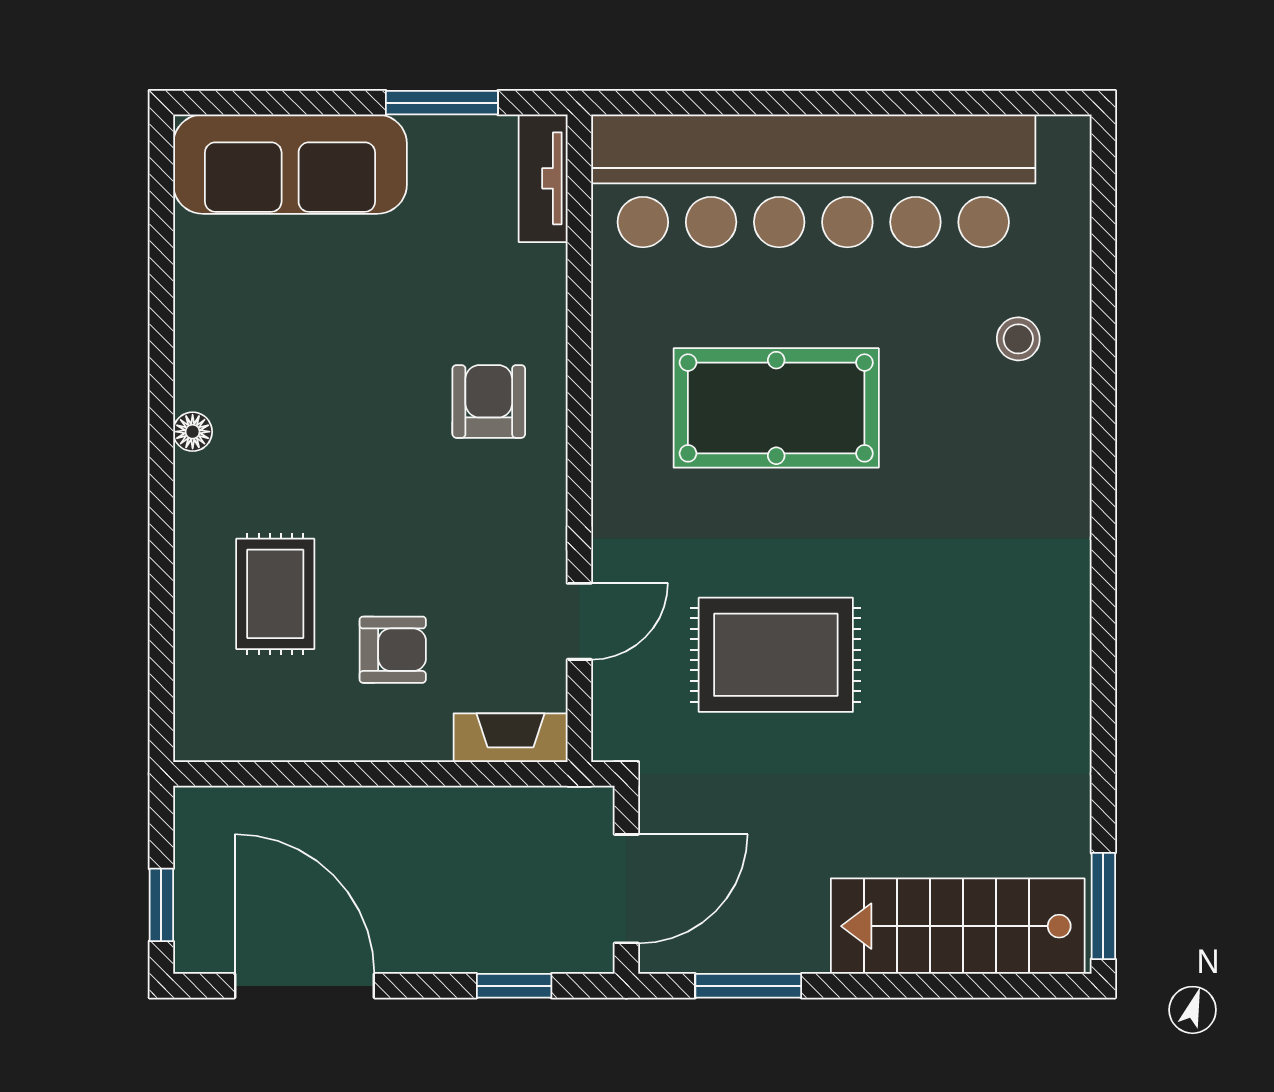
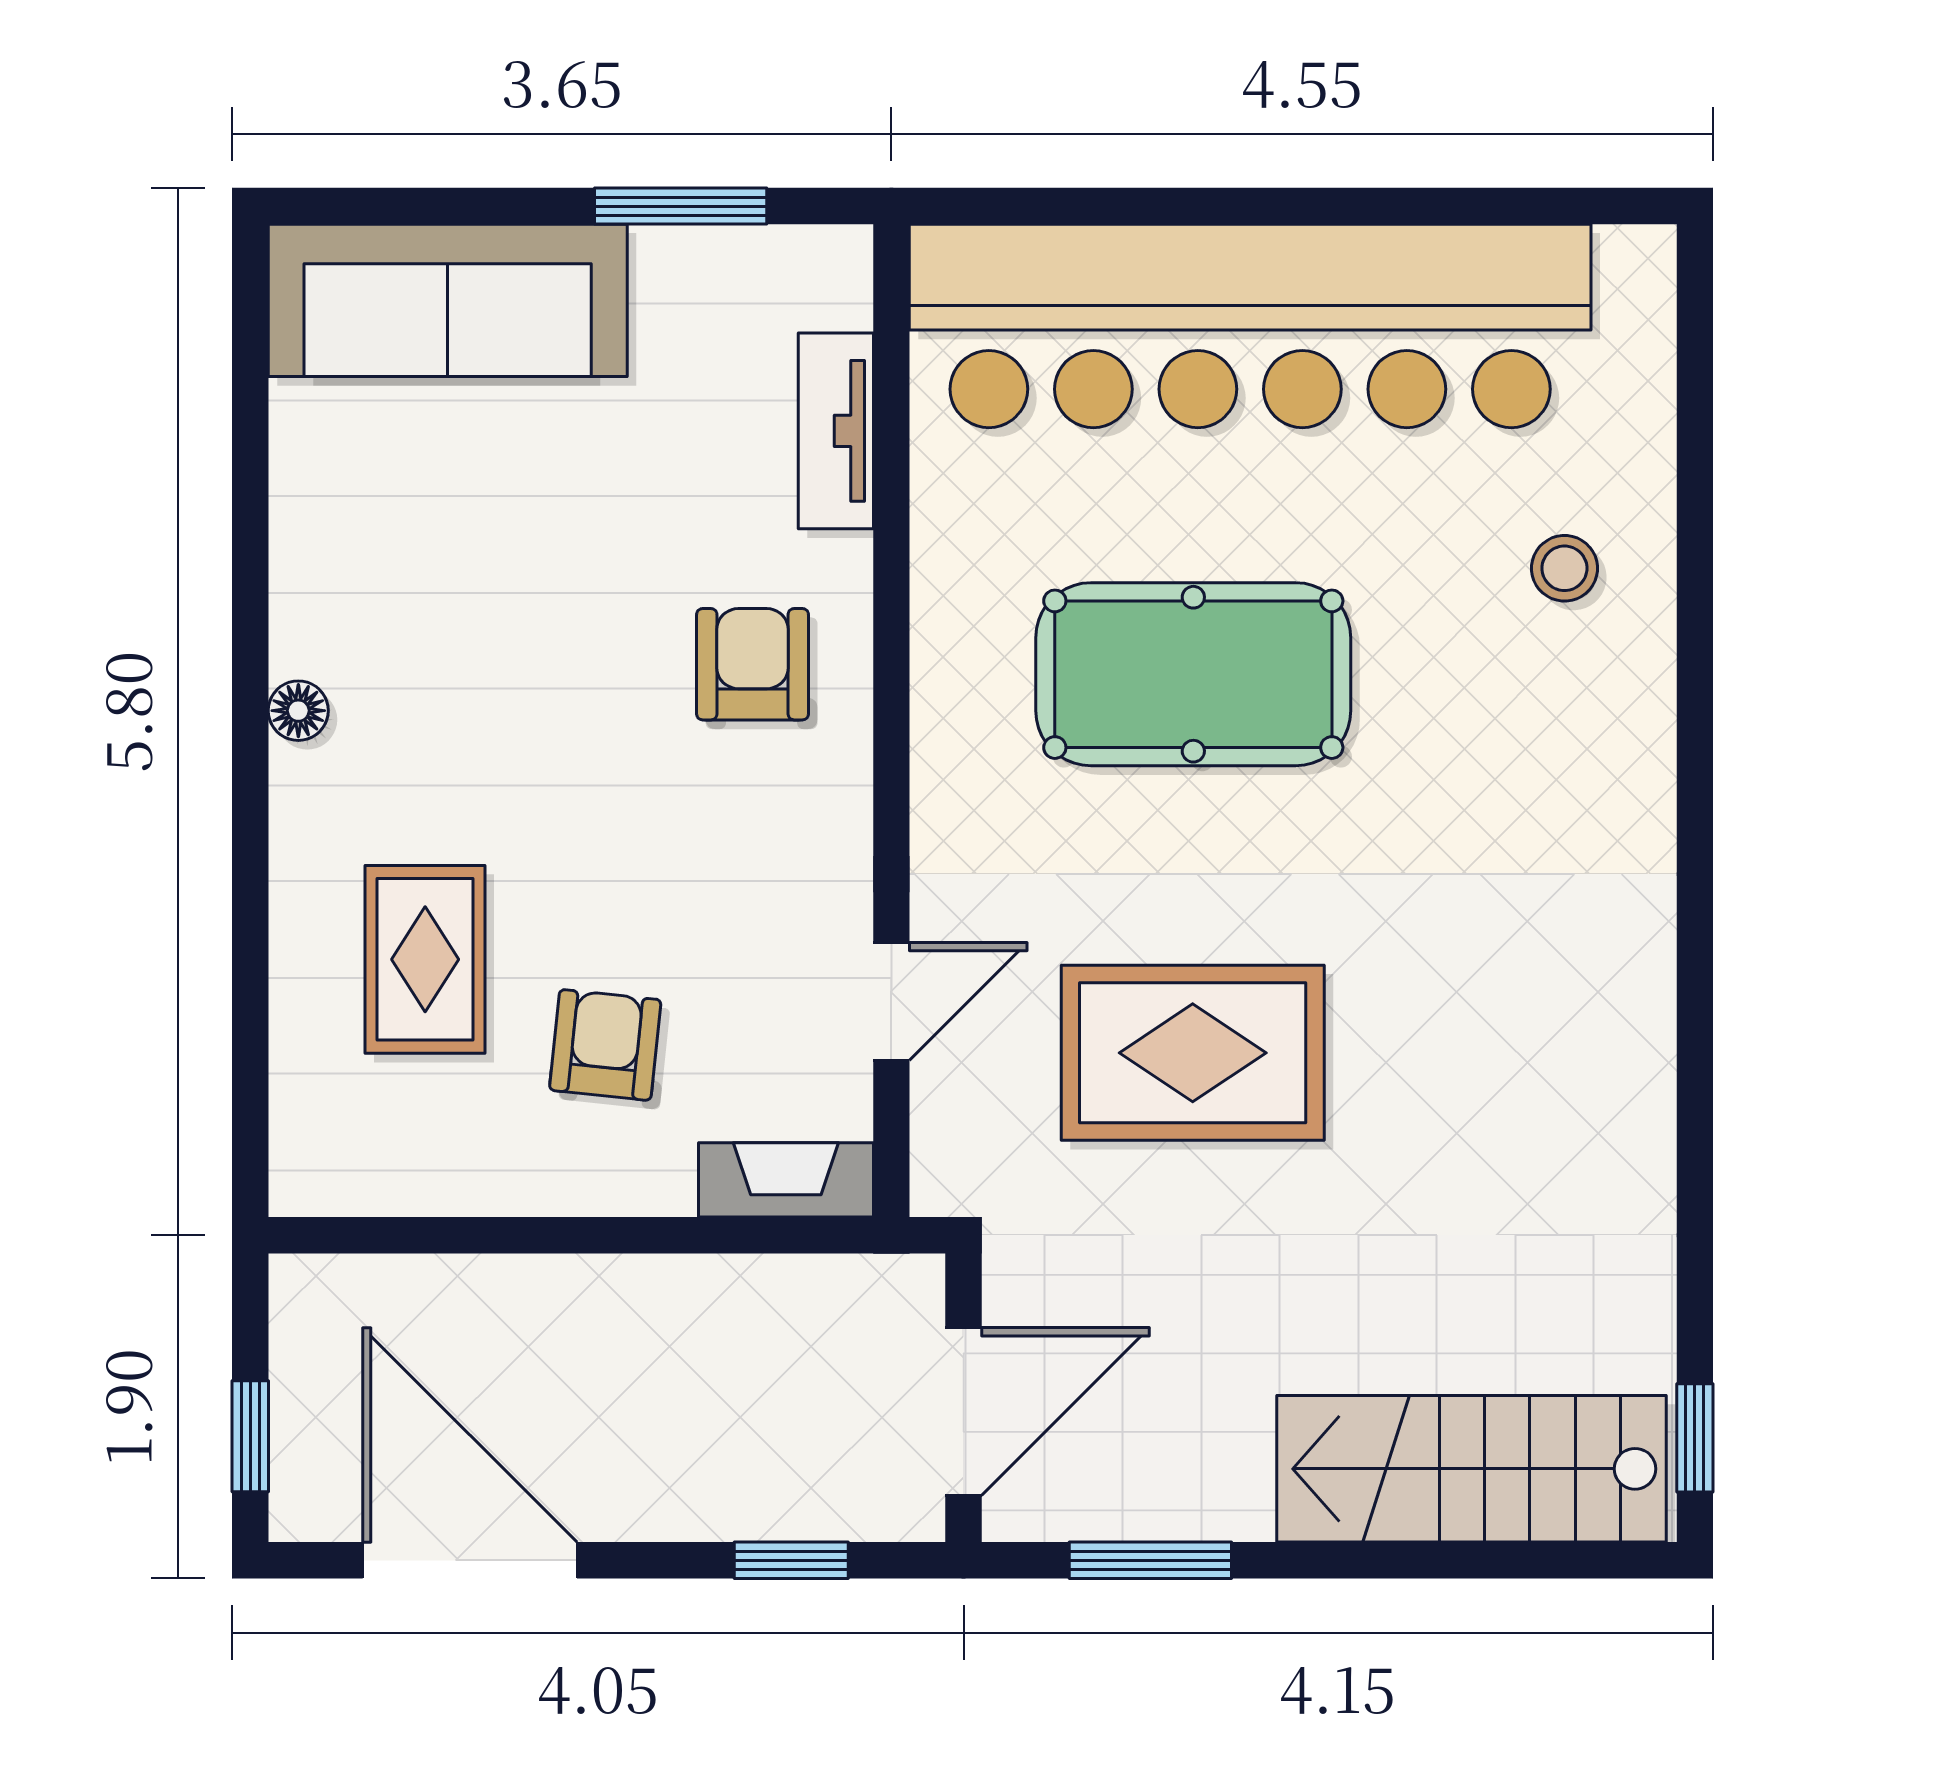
tv unit: (543, 178) -> (836, 431), moved
armchair: (393, 650) -> (605, 1045), turned -84
window: (1103, 906) -> (1695, 1438), width x0.67

